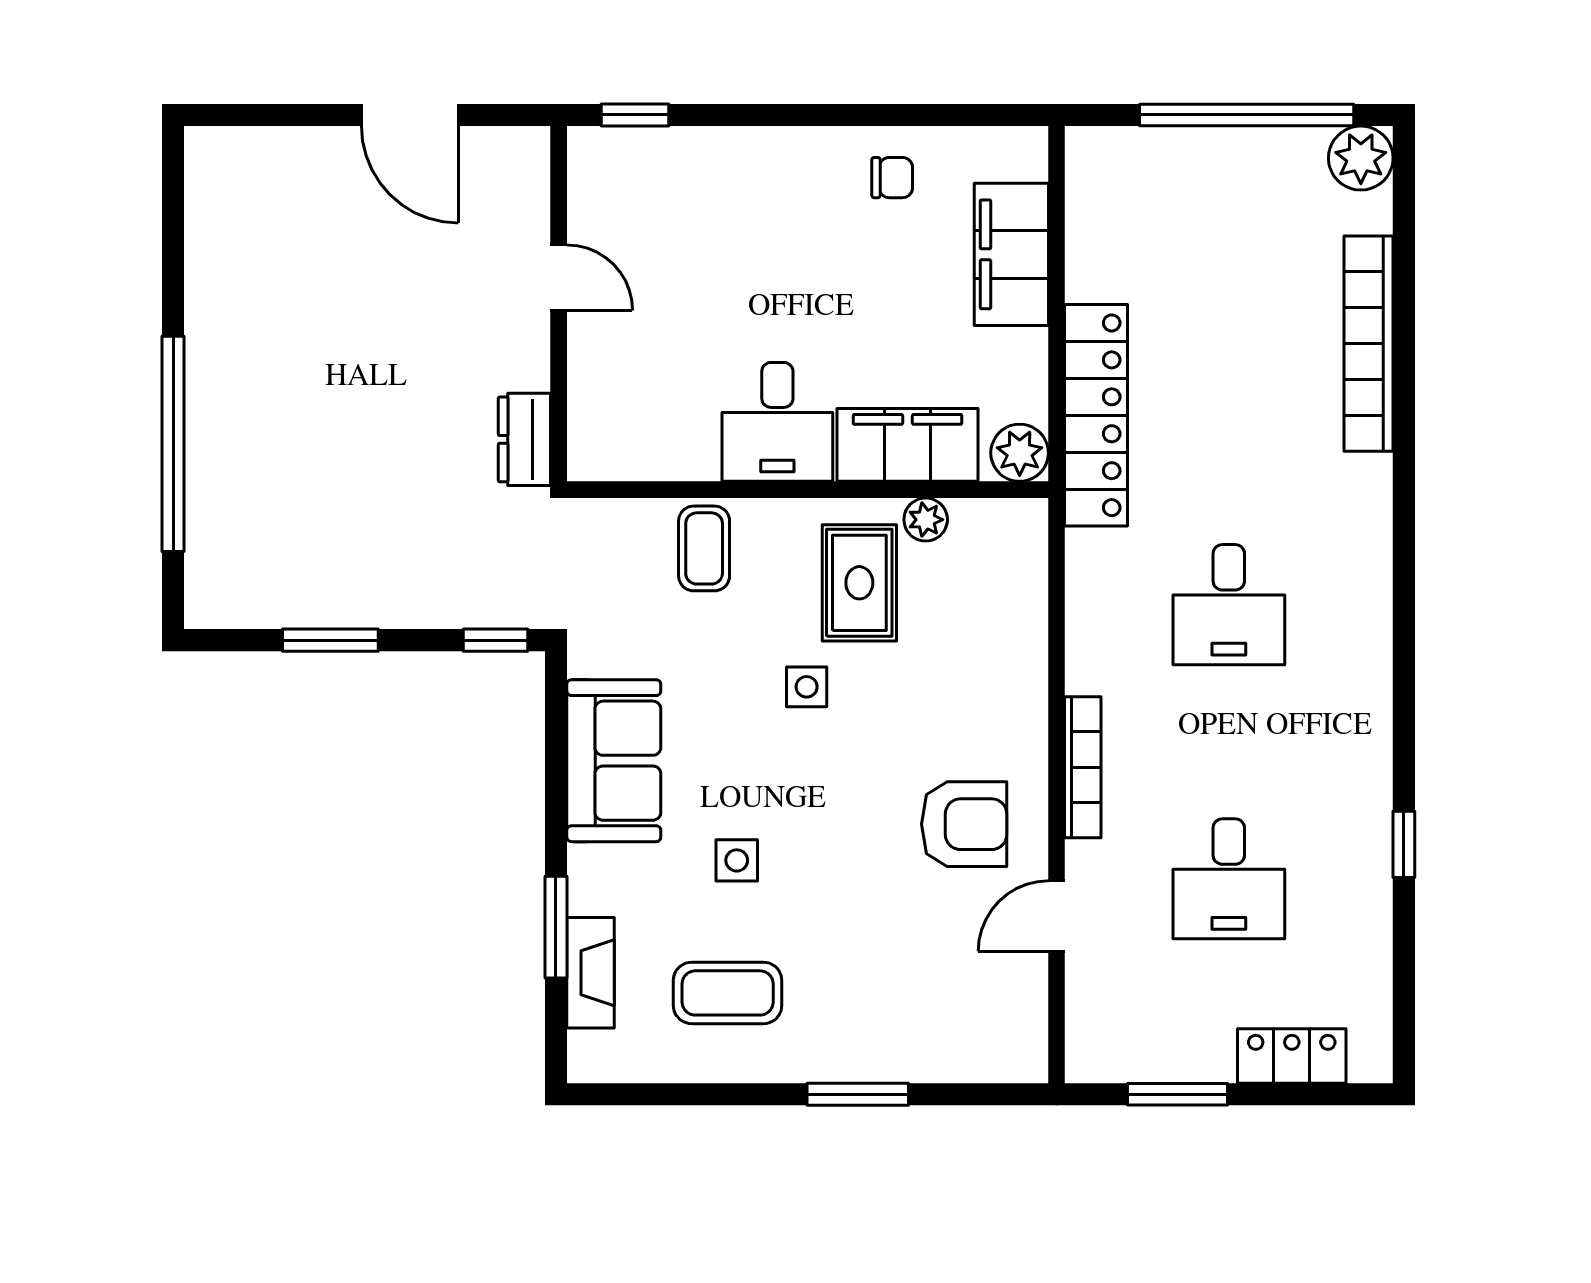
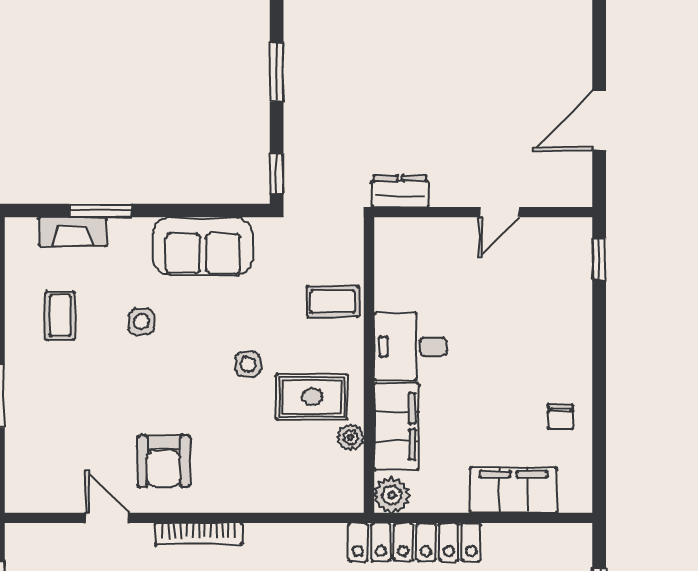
coffee table: (728, 993) -> (60, 316), width x0.73, depth x0.77

